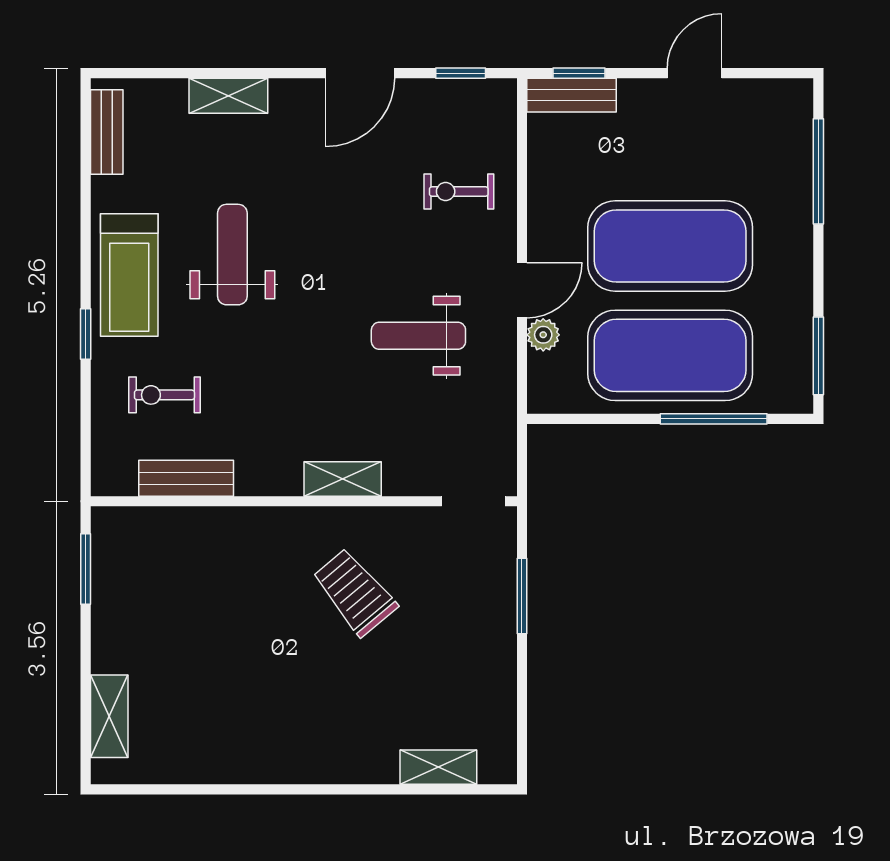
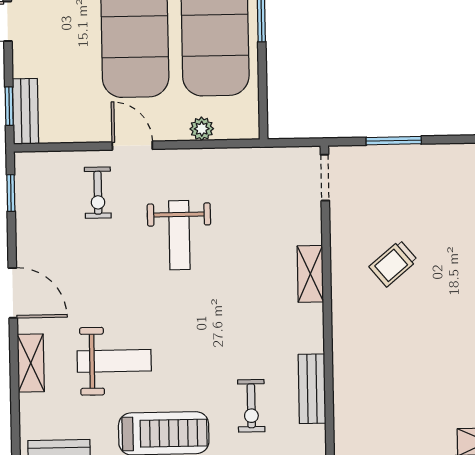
door: (360, 73) -> (13, 293), moved
weight bench: (232, 255) -> (114, 361), moved, turned 180
door: (522, 290) -> (132, 146), moved
weight bench: (418, 336) -> (179, 235), moved
trolley: (355, 592) -> (393, 263), width x0.73, depth x0.72

